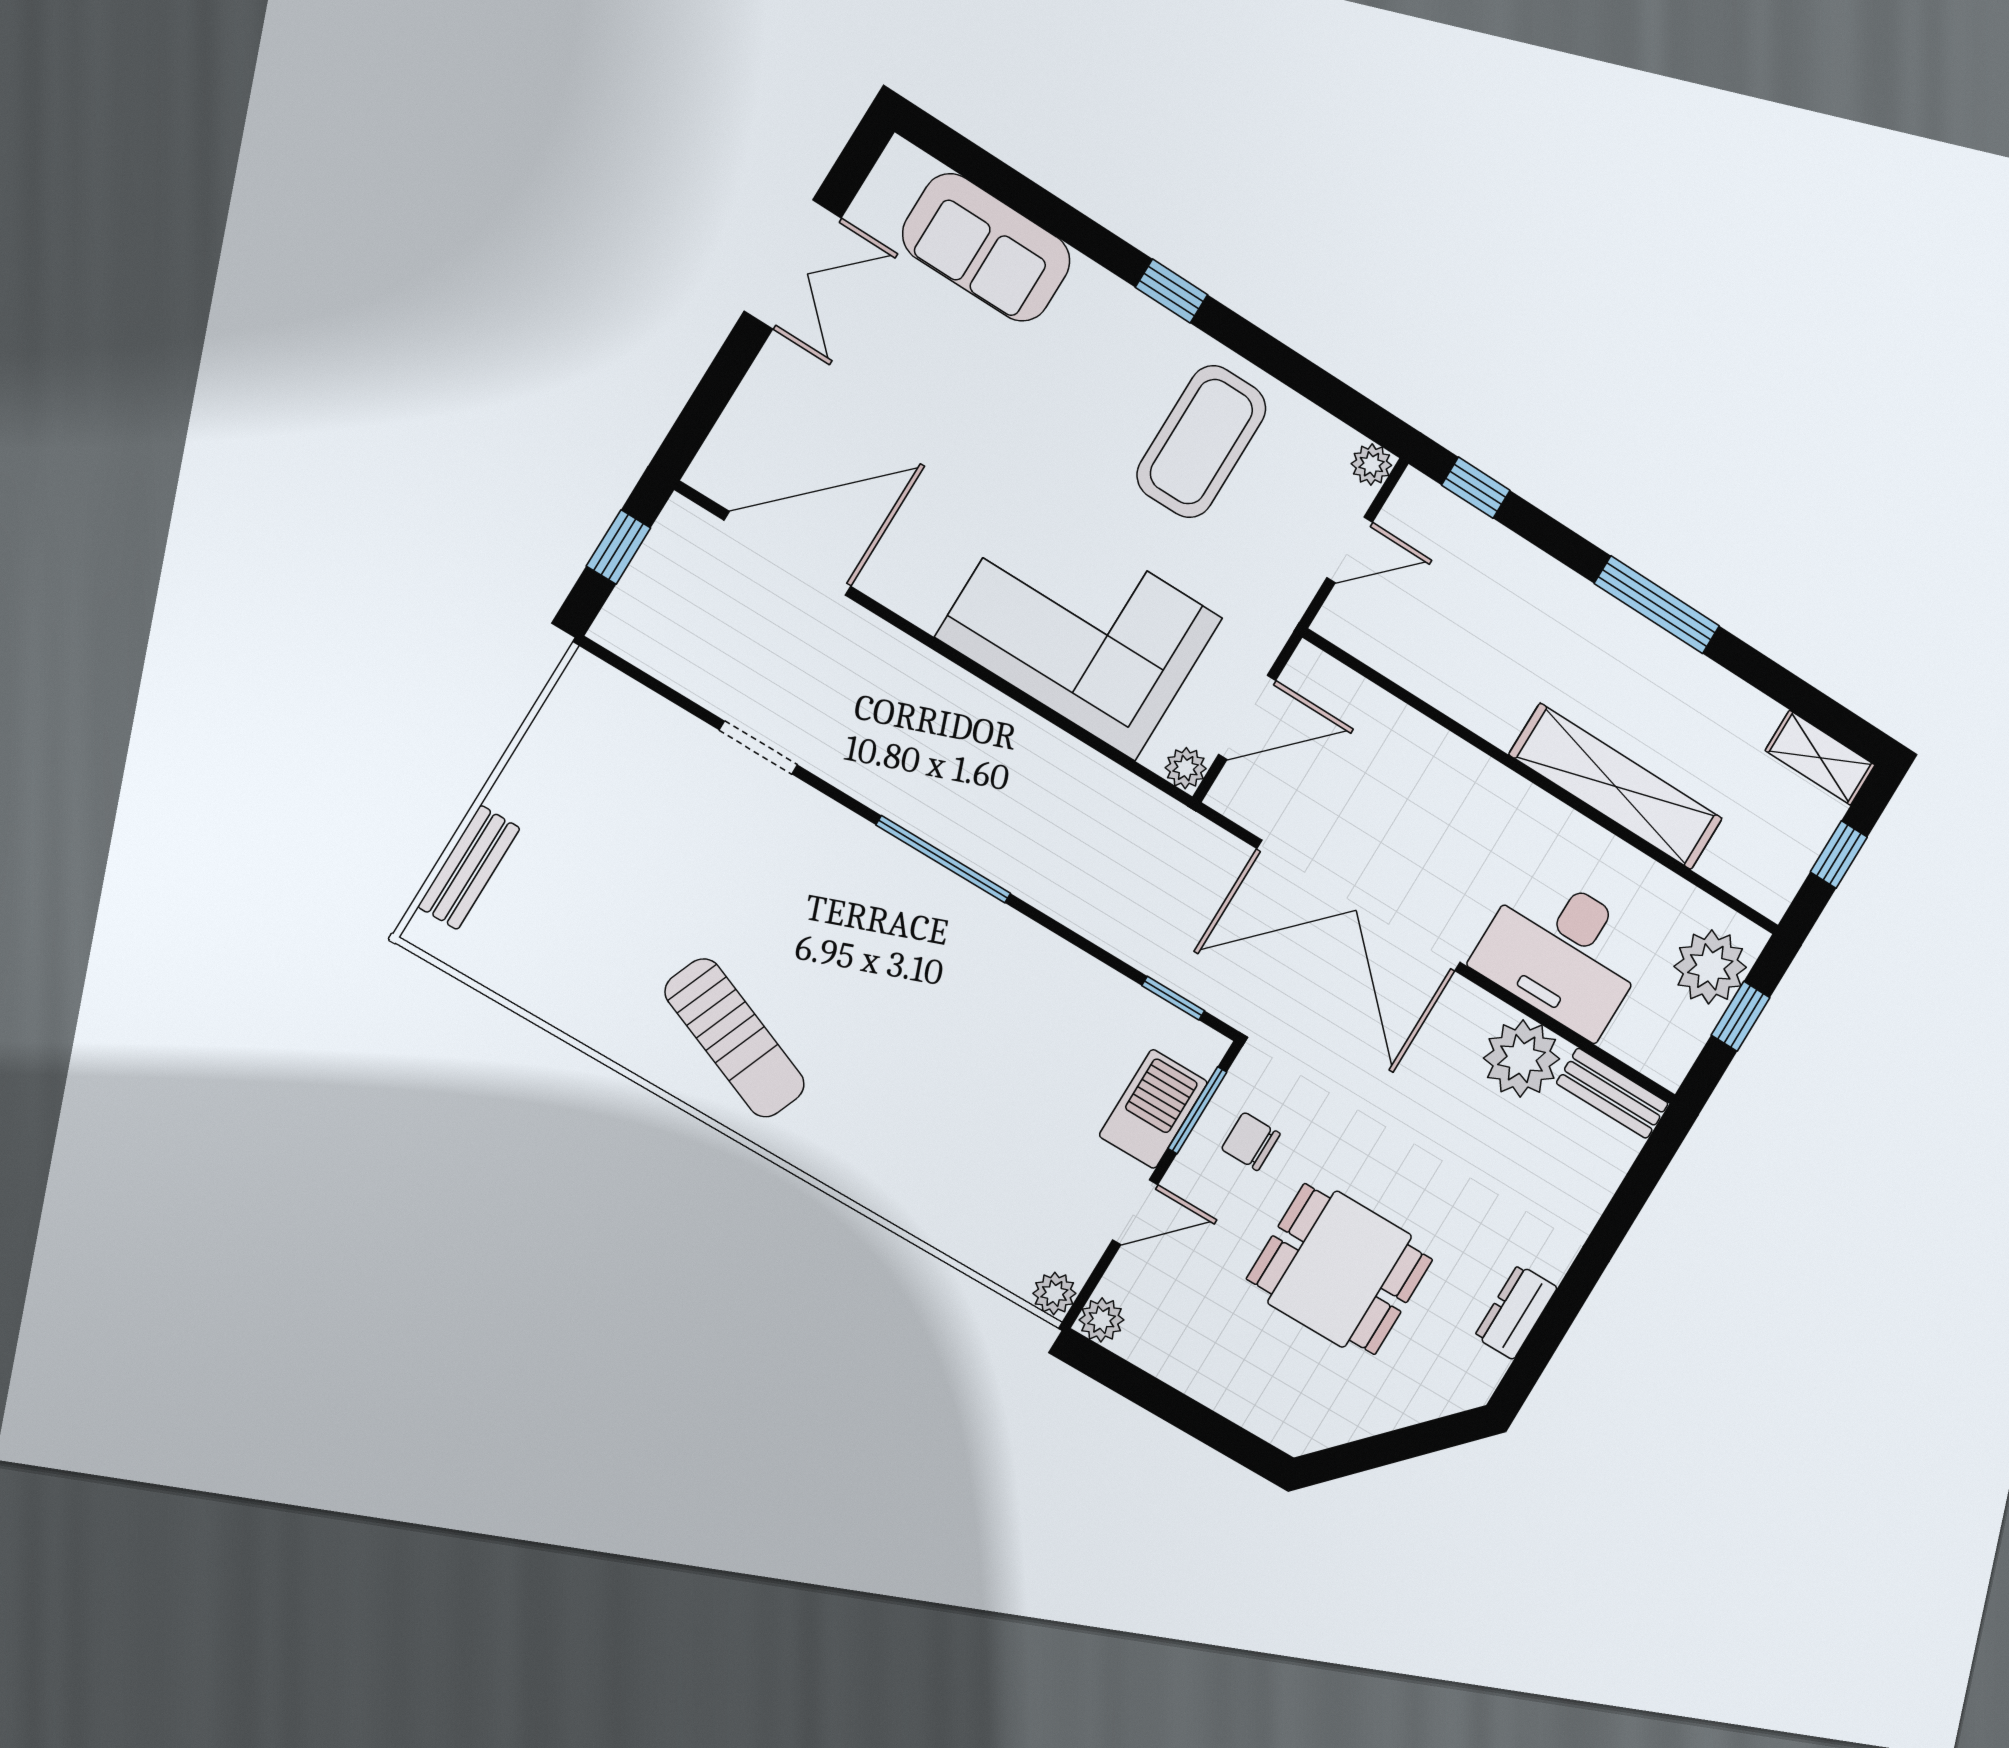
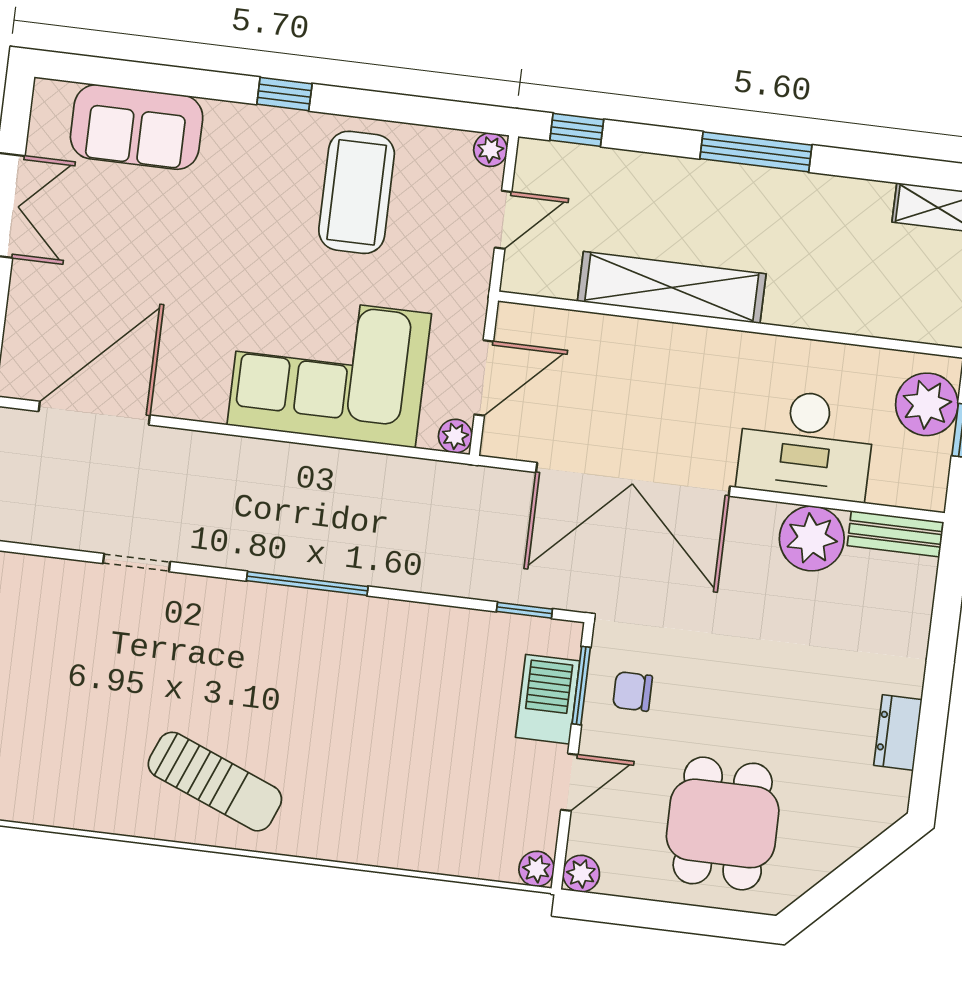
shelving: (1616, 787) -> (672, 288), moved
dining table: (1340, 1269) -> (723, 823), moved, turned 90

